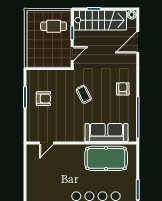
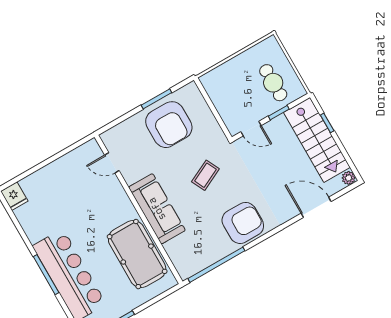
armchair: (123, 89) -> (243, 223), width x1.88, depth x1.88
armchair: (43, 99) -> (169, 125), width x1.88, depth x1.88
sofa: (107, 133) -> (157, 209), moved

